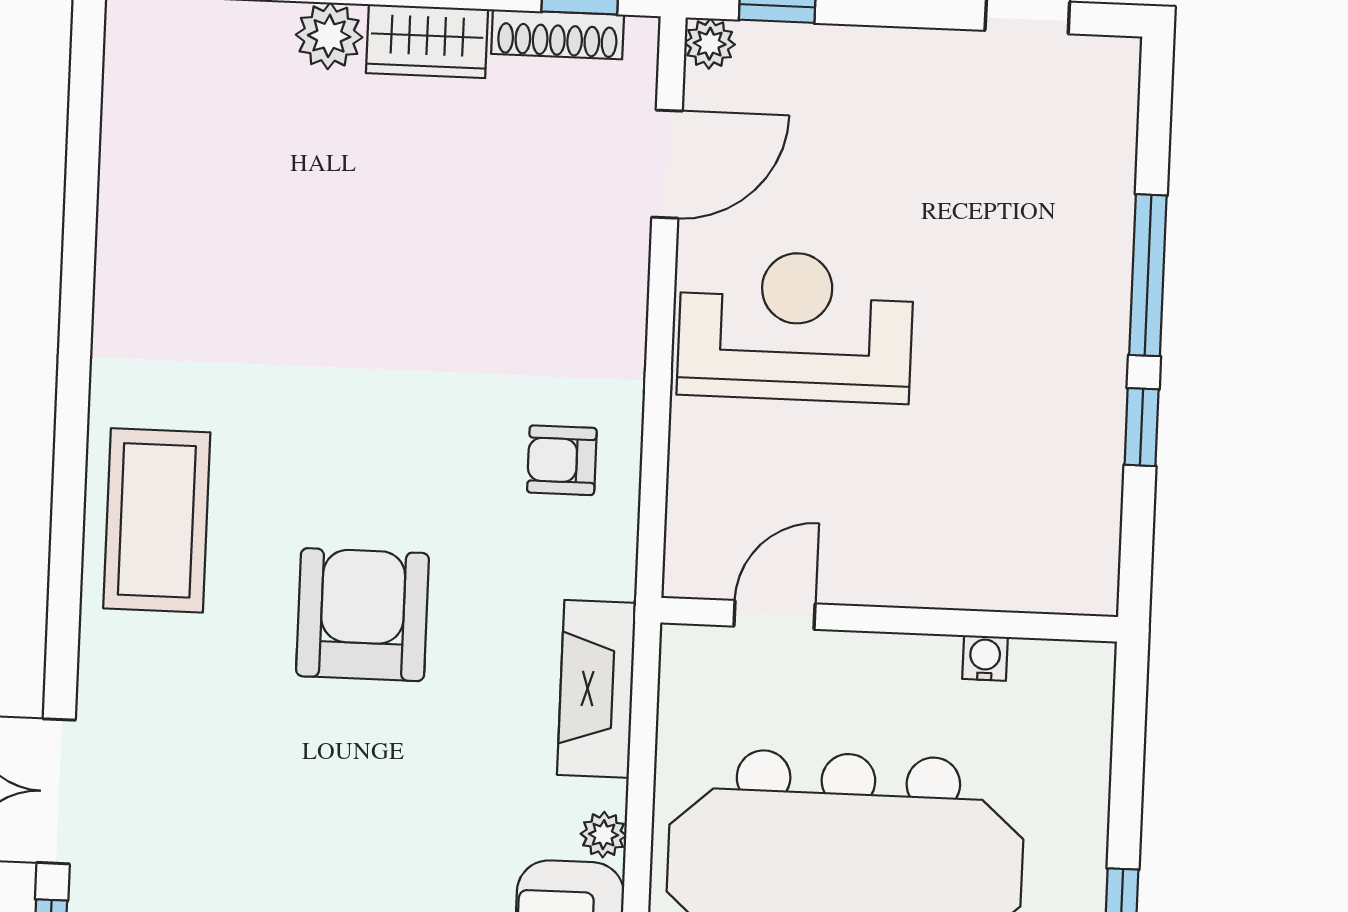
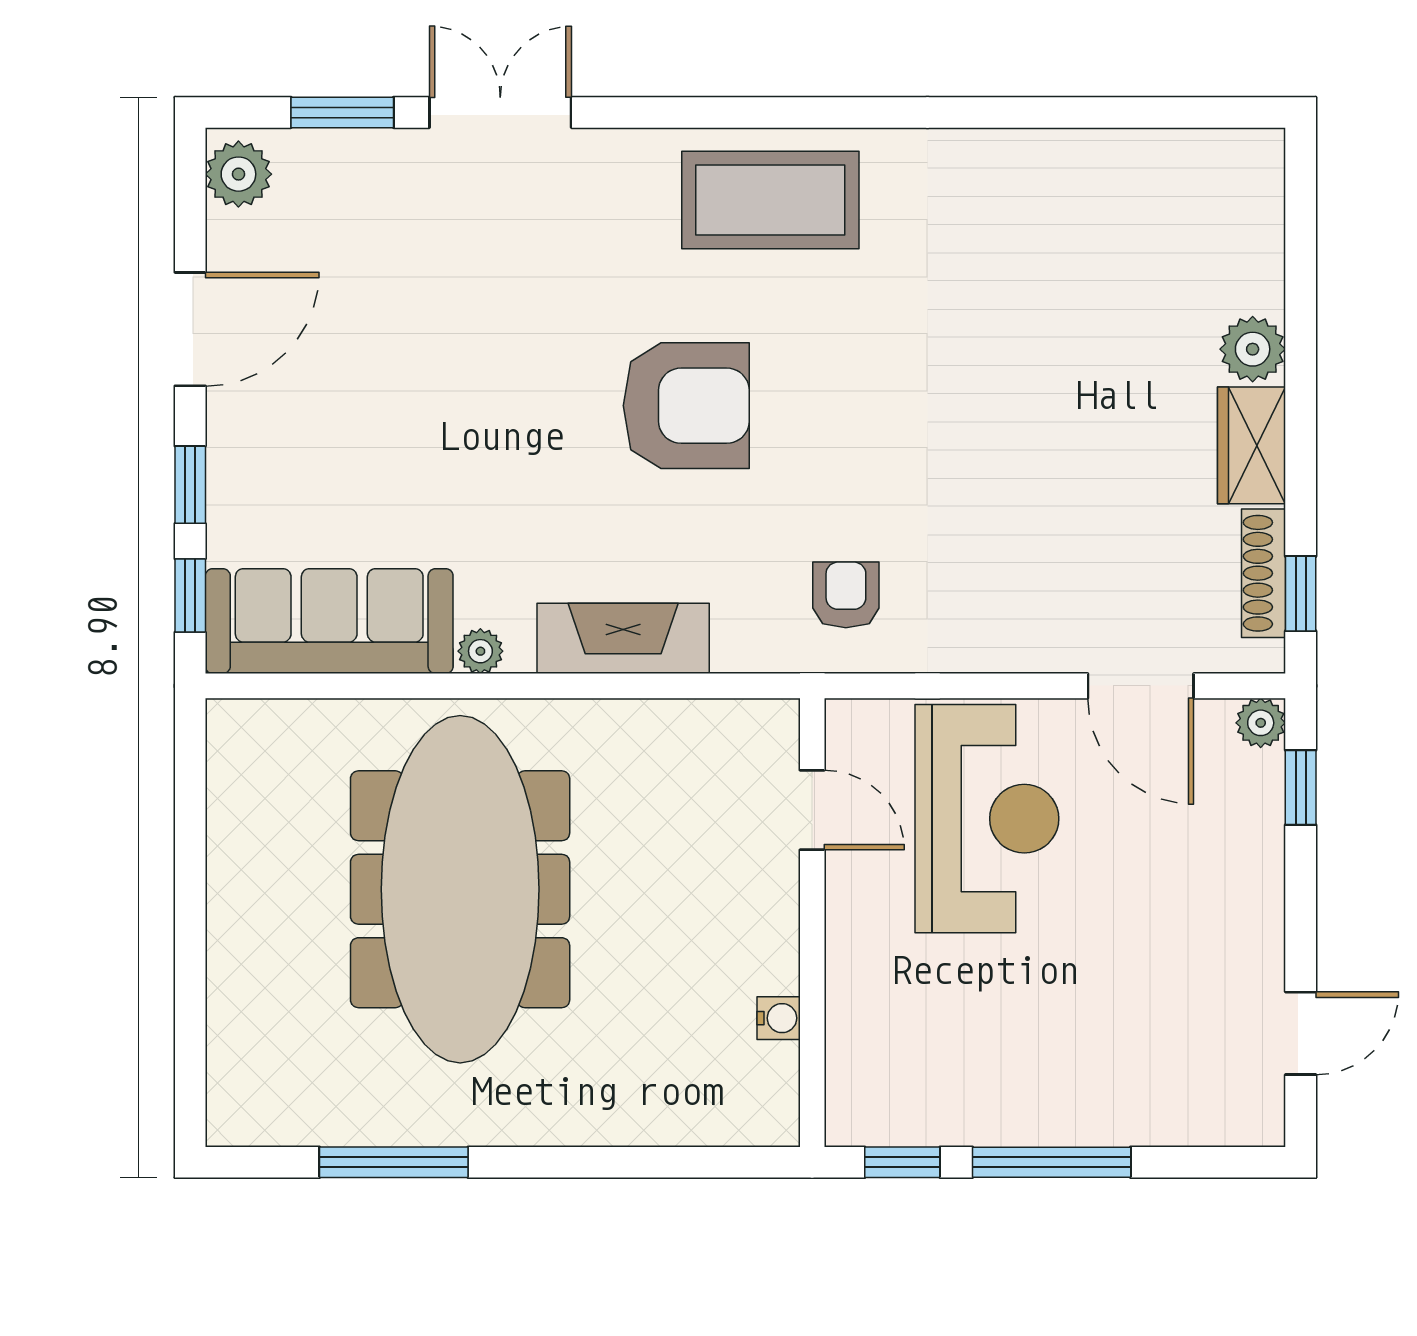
door: (775, 615) -> (812, 810), moved
wall: (889, 620) -> (812, 923), moved
water cooler: (985, 658) -> (779, 1018), moved

